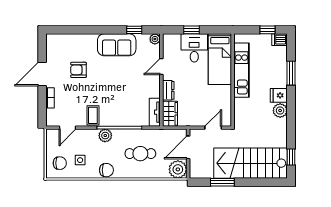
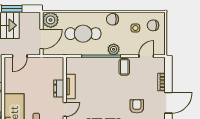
armchair: (78, 70) -> (137, 106), turned -90
tv unit: (155, 112) -> (71, 87), moved
wardrobe: (170, 114) -> (57, 68), removed
cafe table: (140, 154) -> (83, 34), width x1.37, depth x1.35

